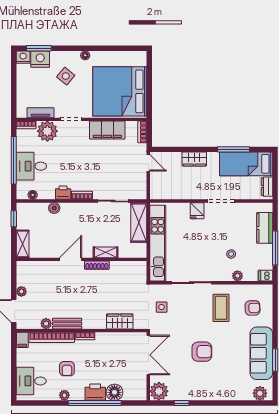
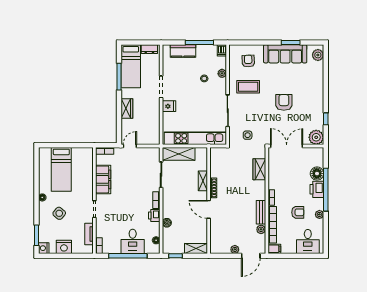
nightstand: (40, 59) -> (64, 247), moved, turned -90
bed: (120, 91) -> (61, 169), width x0.49
plant: (47, 131) -> (104, 228), removed

